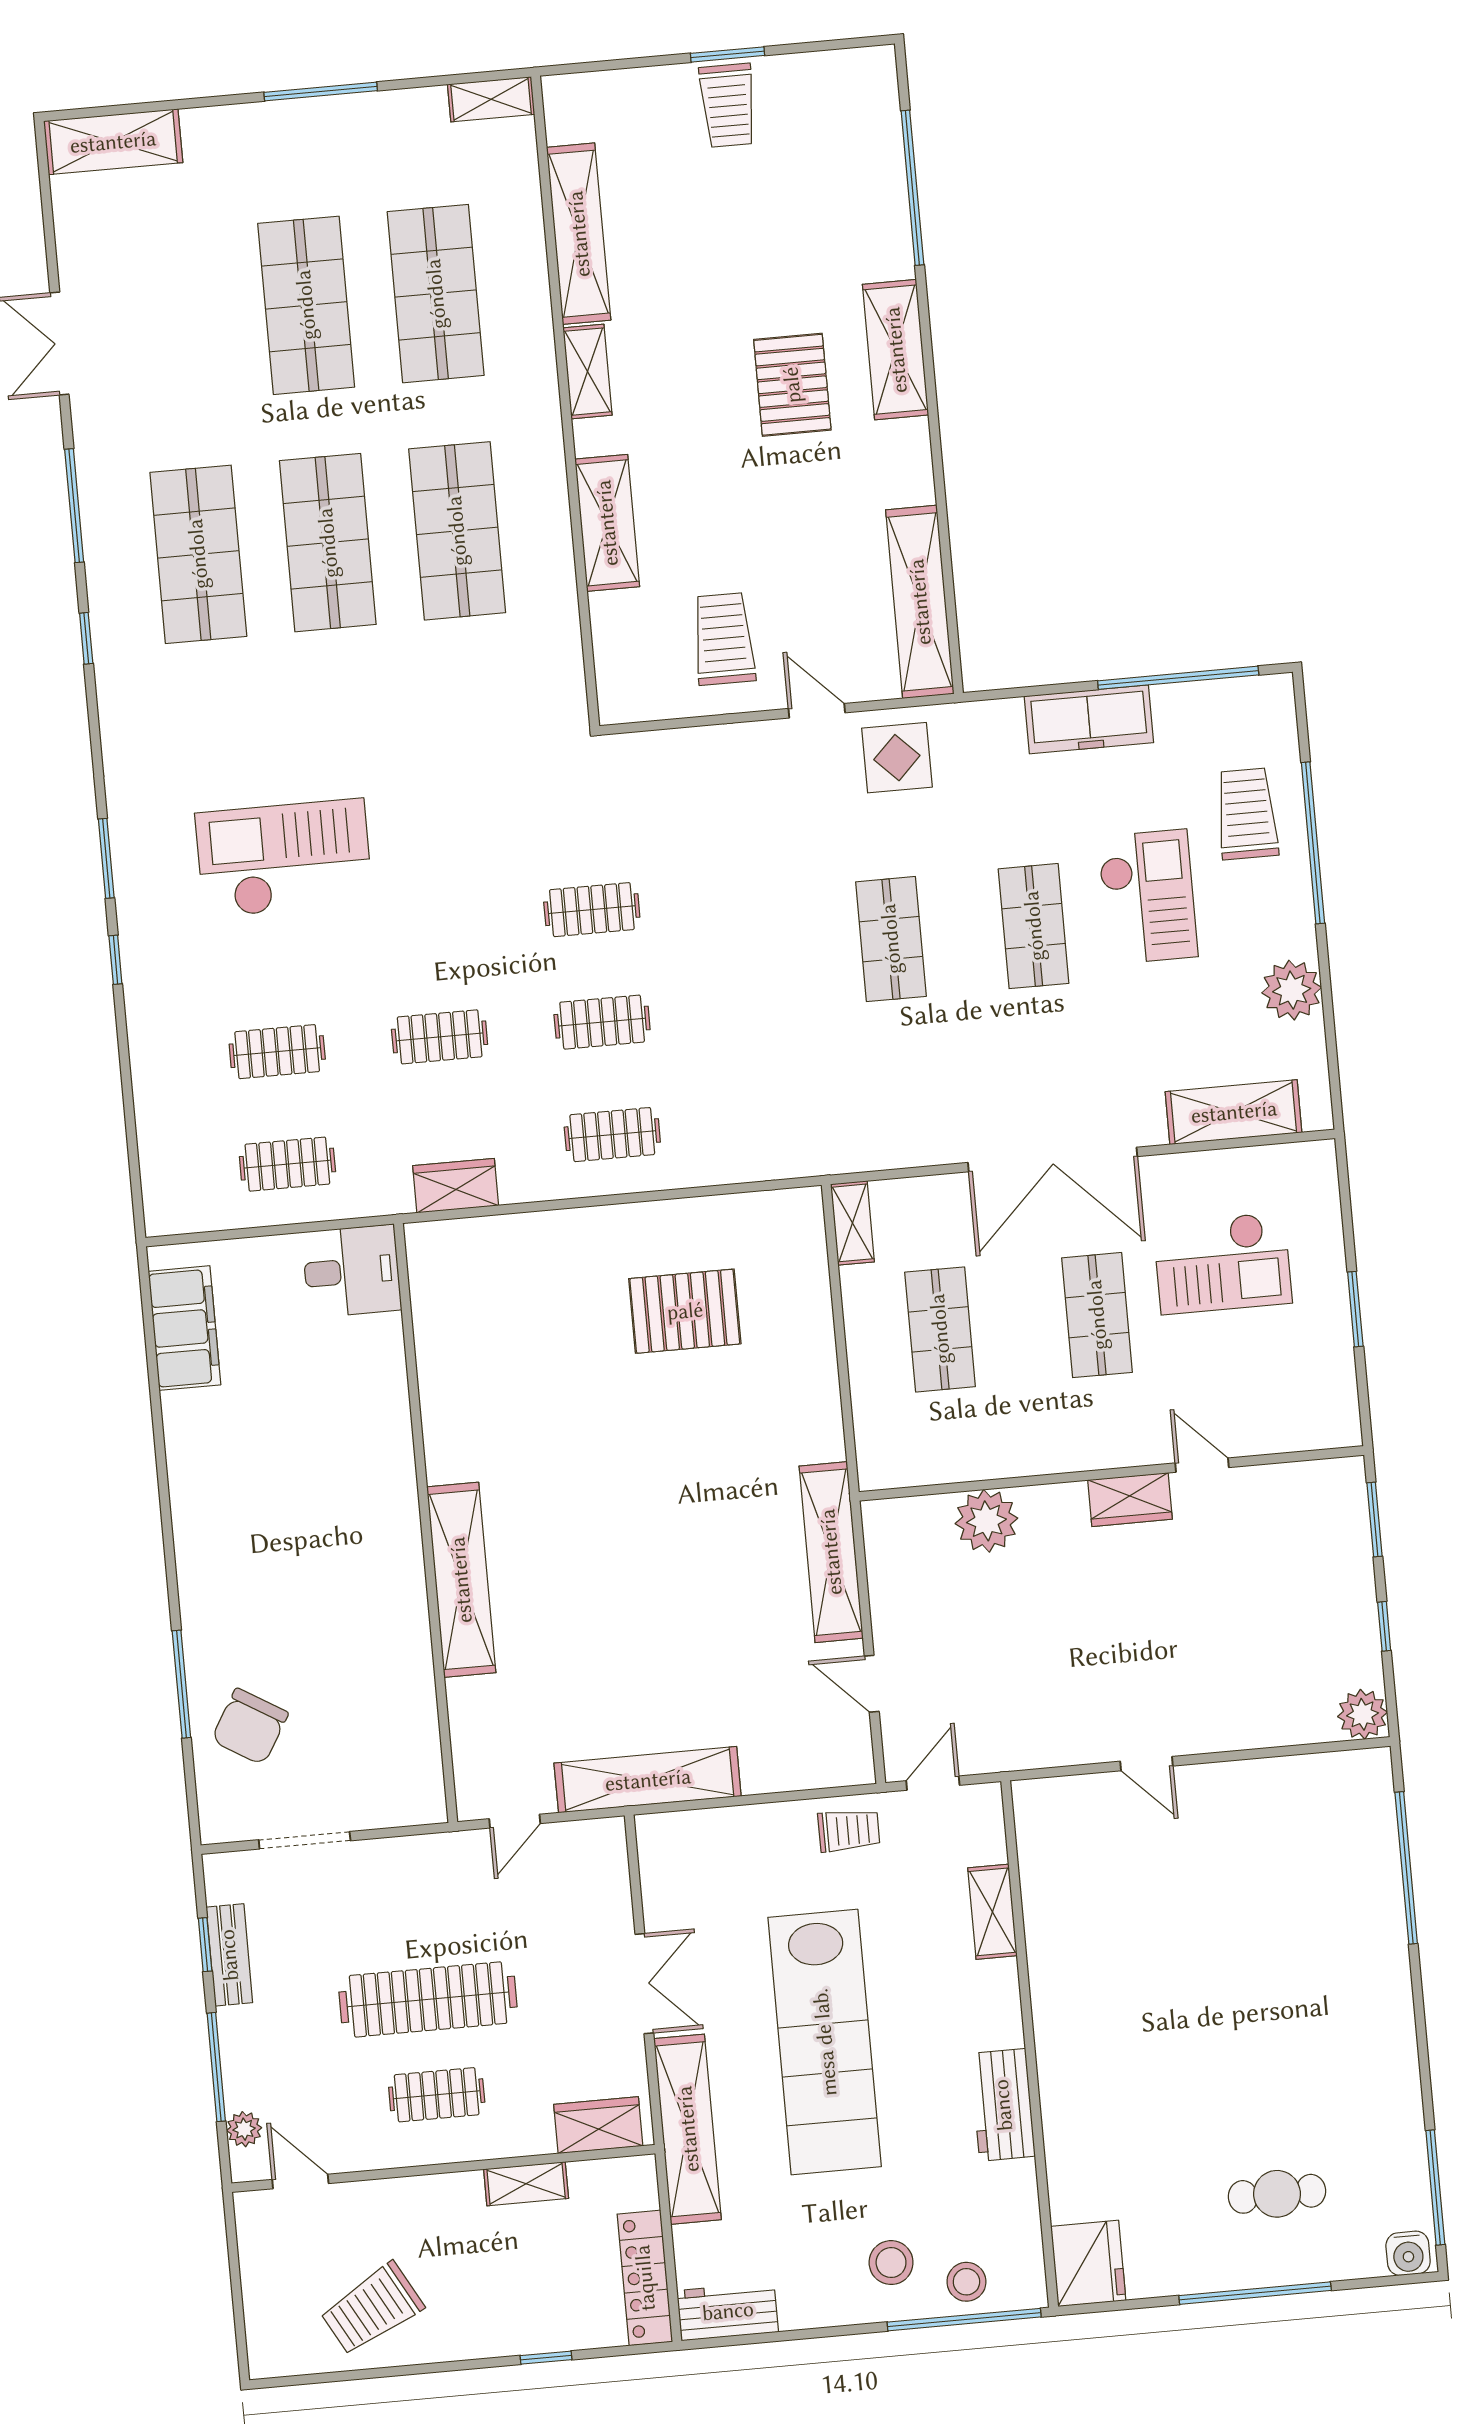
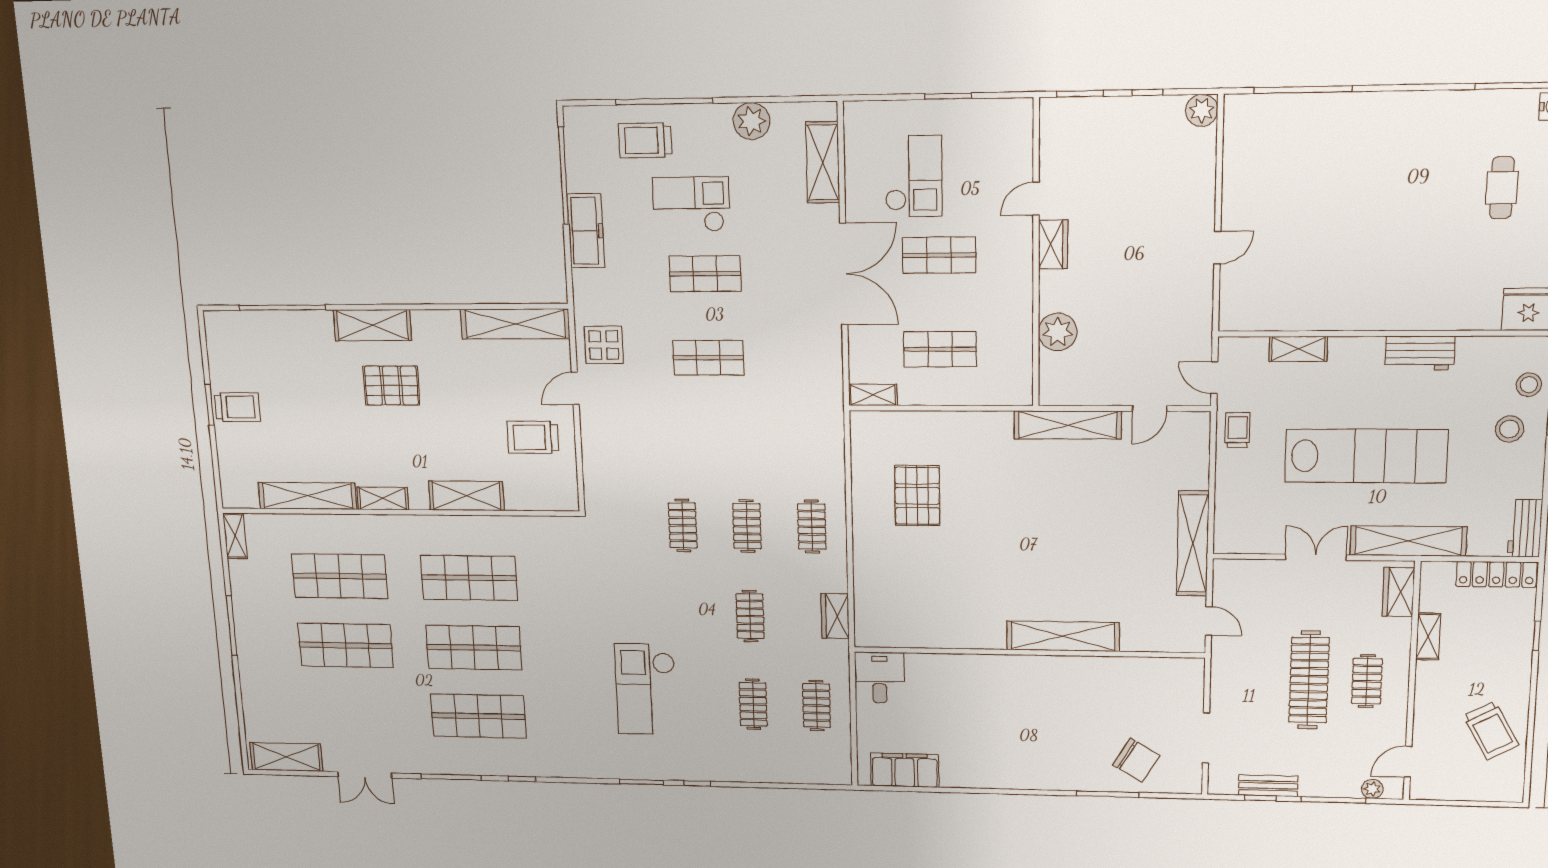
shelving: (113, 142) -> (286, 757), moved, turned 90

